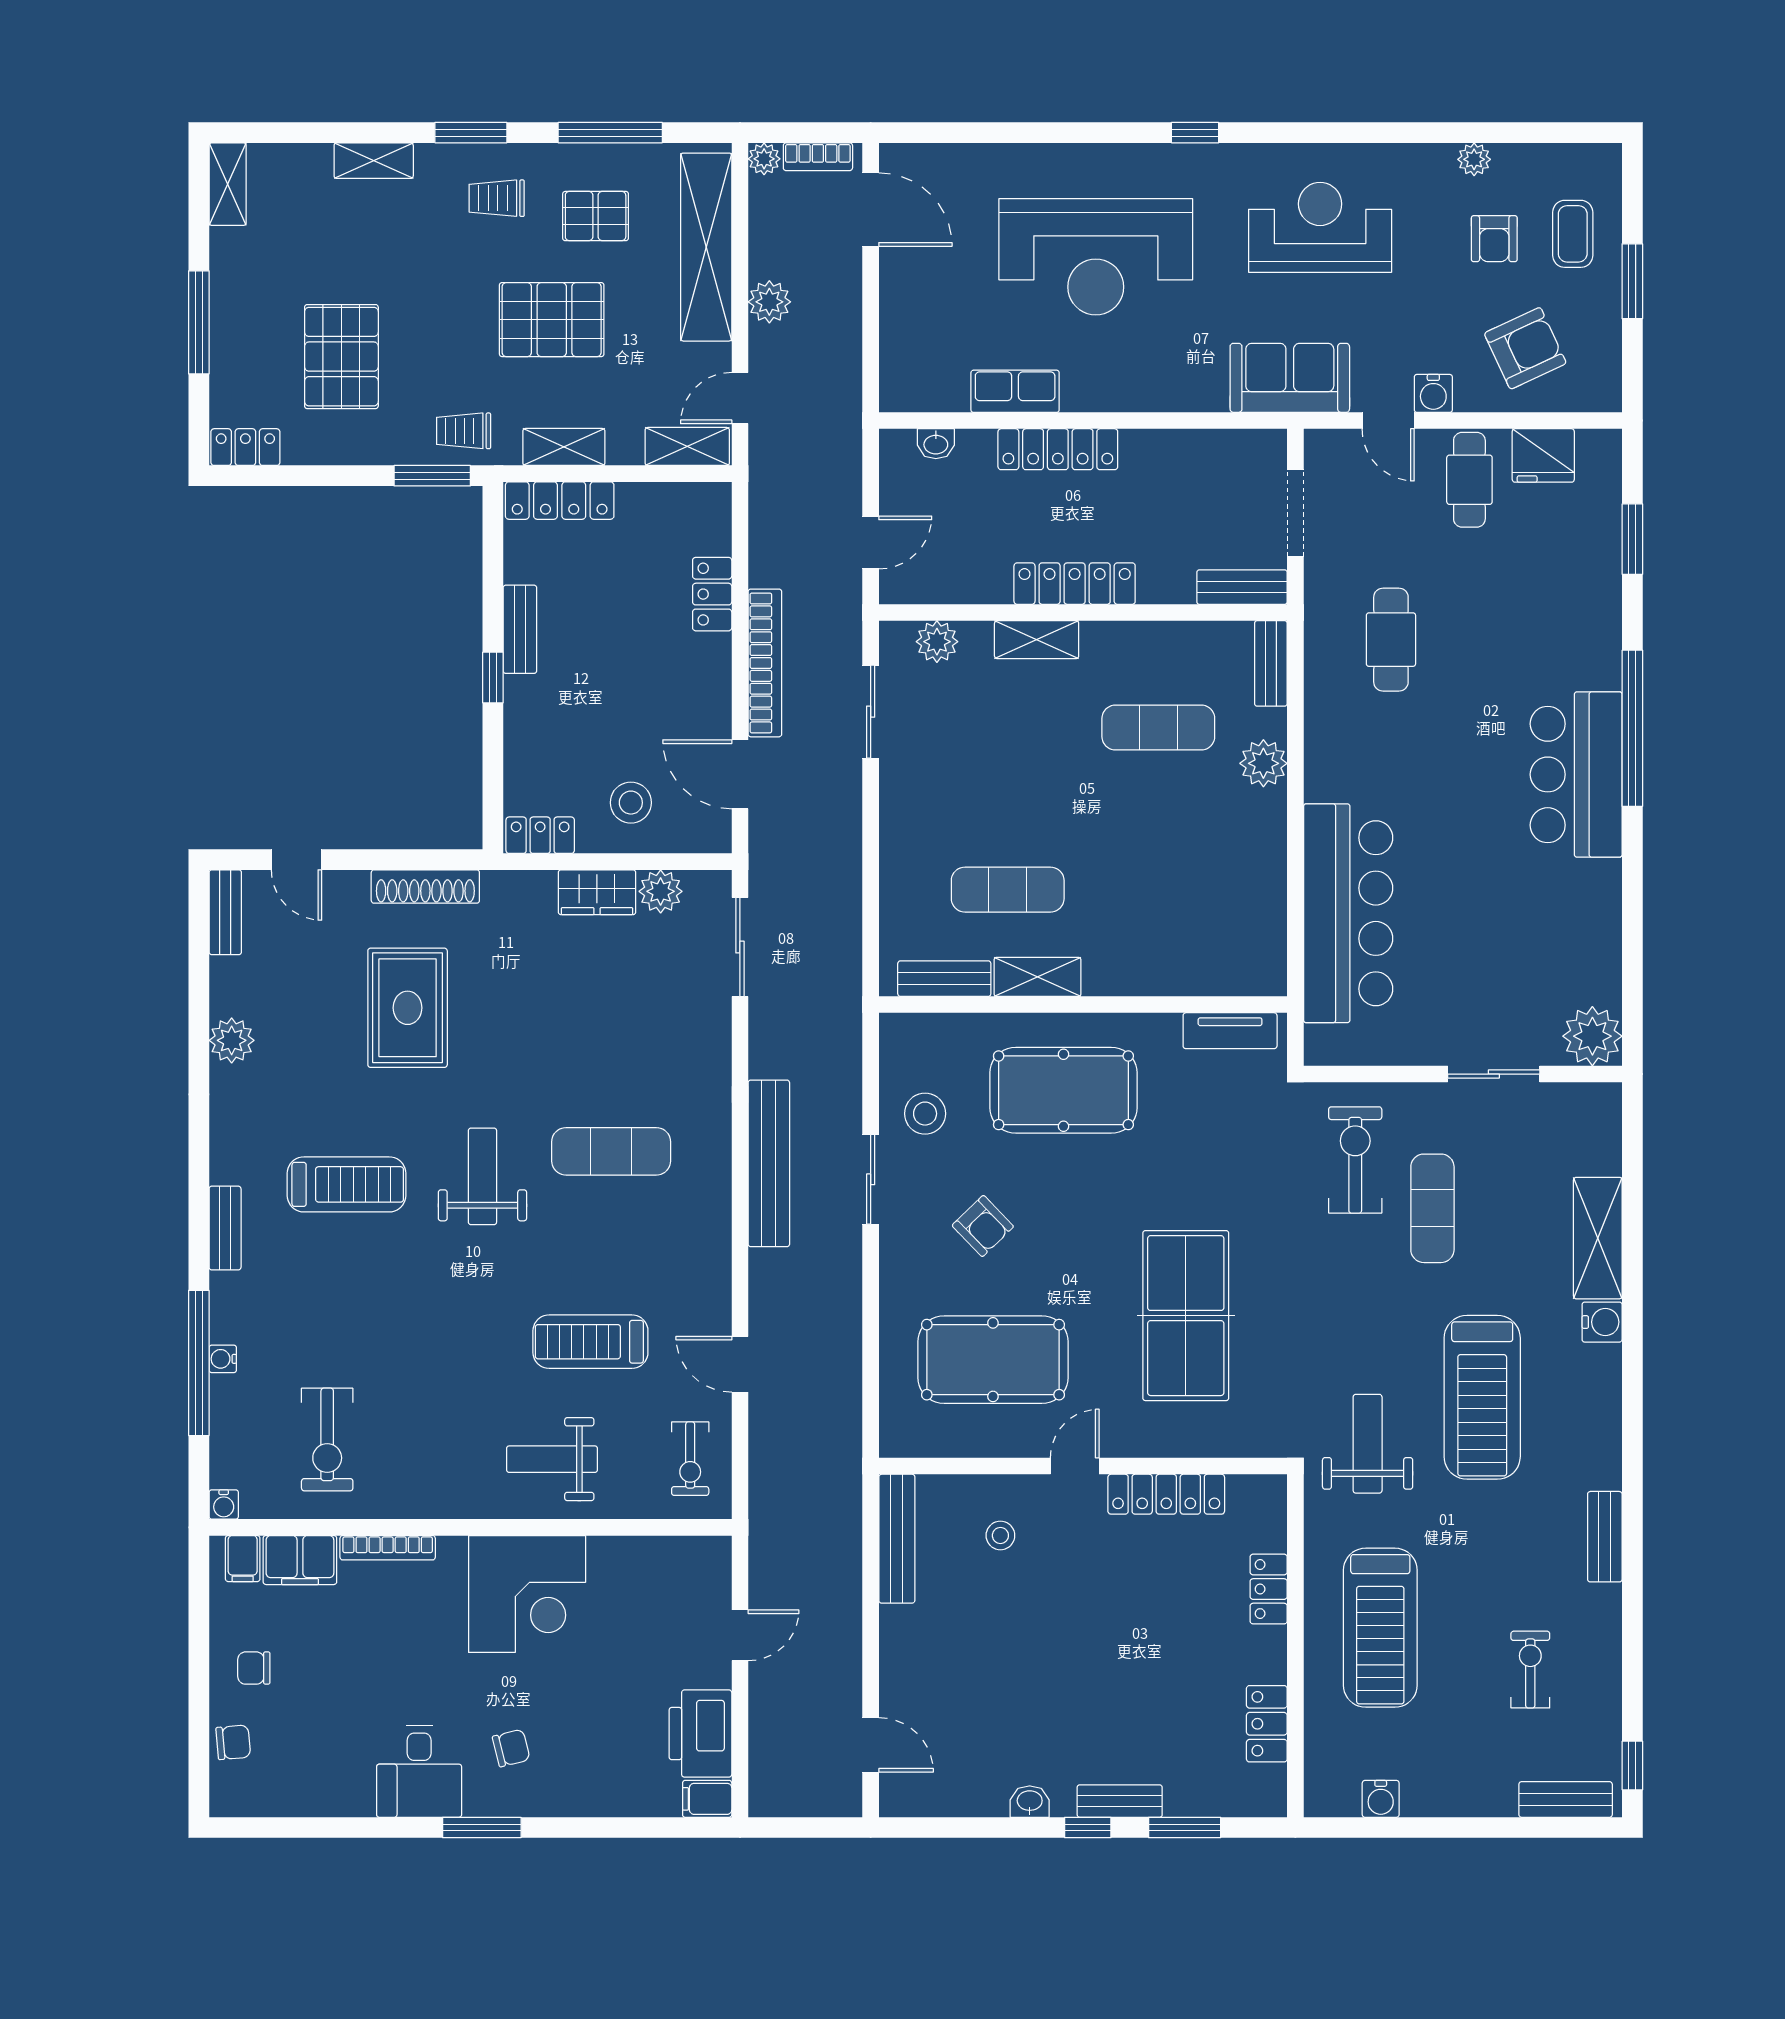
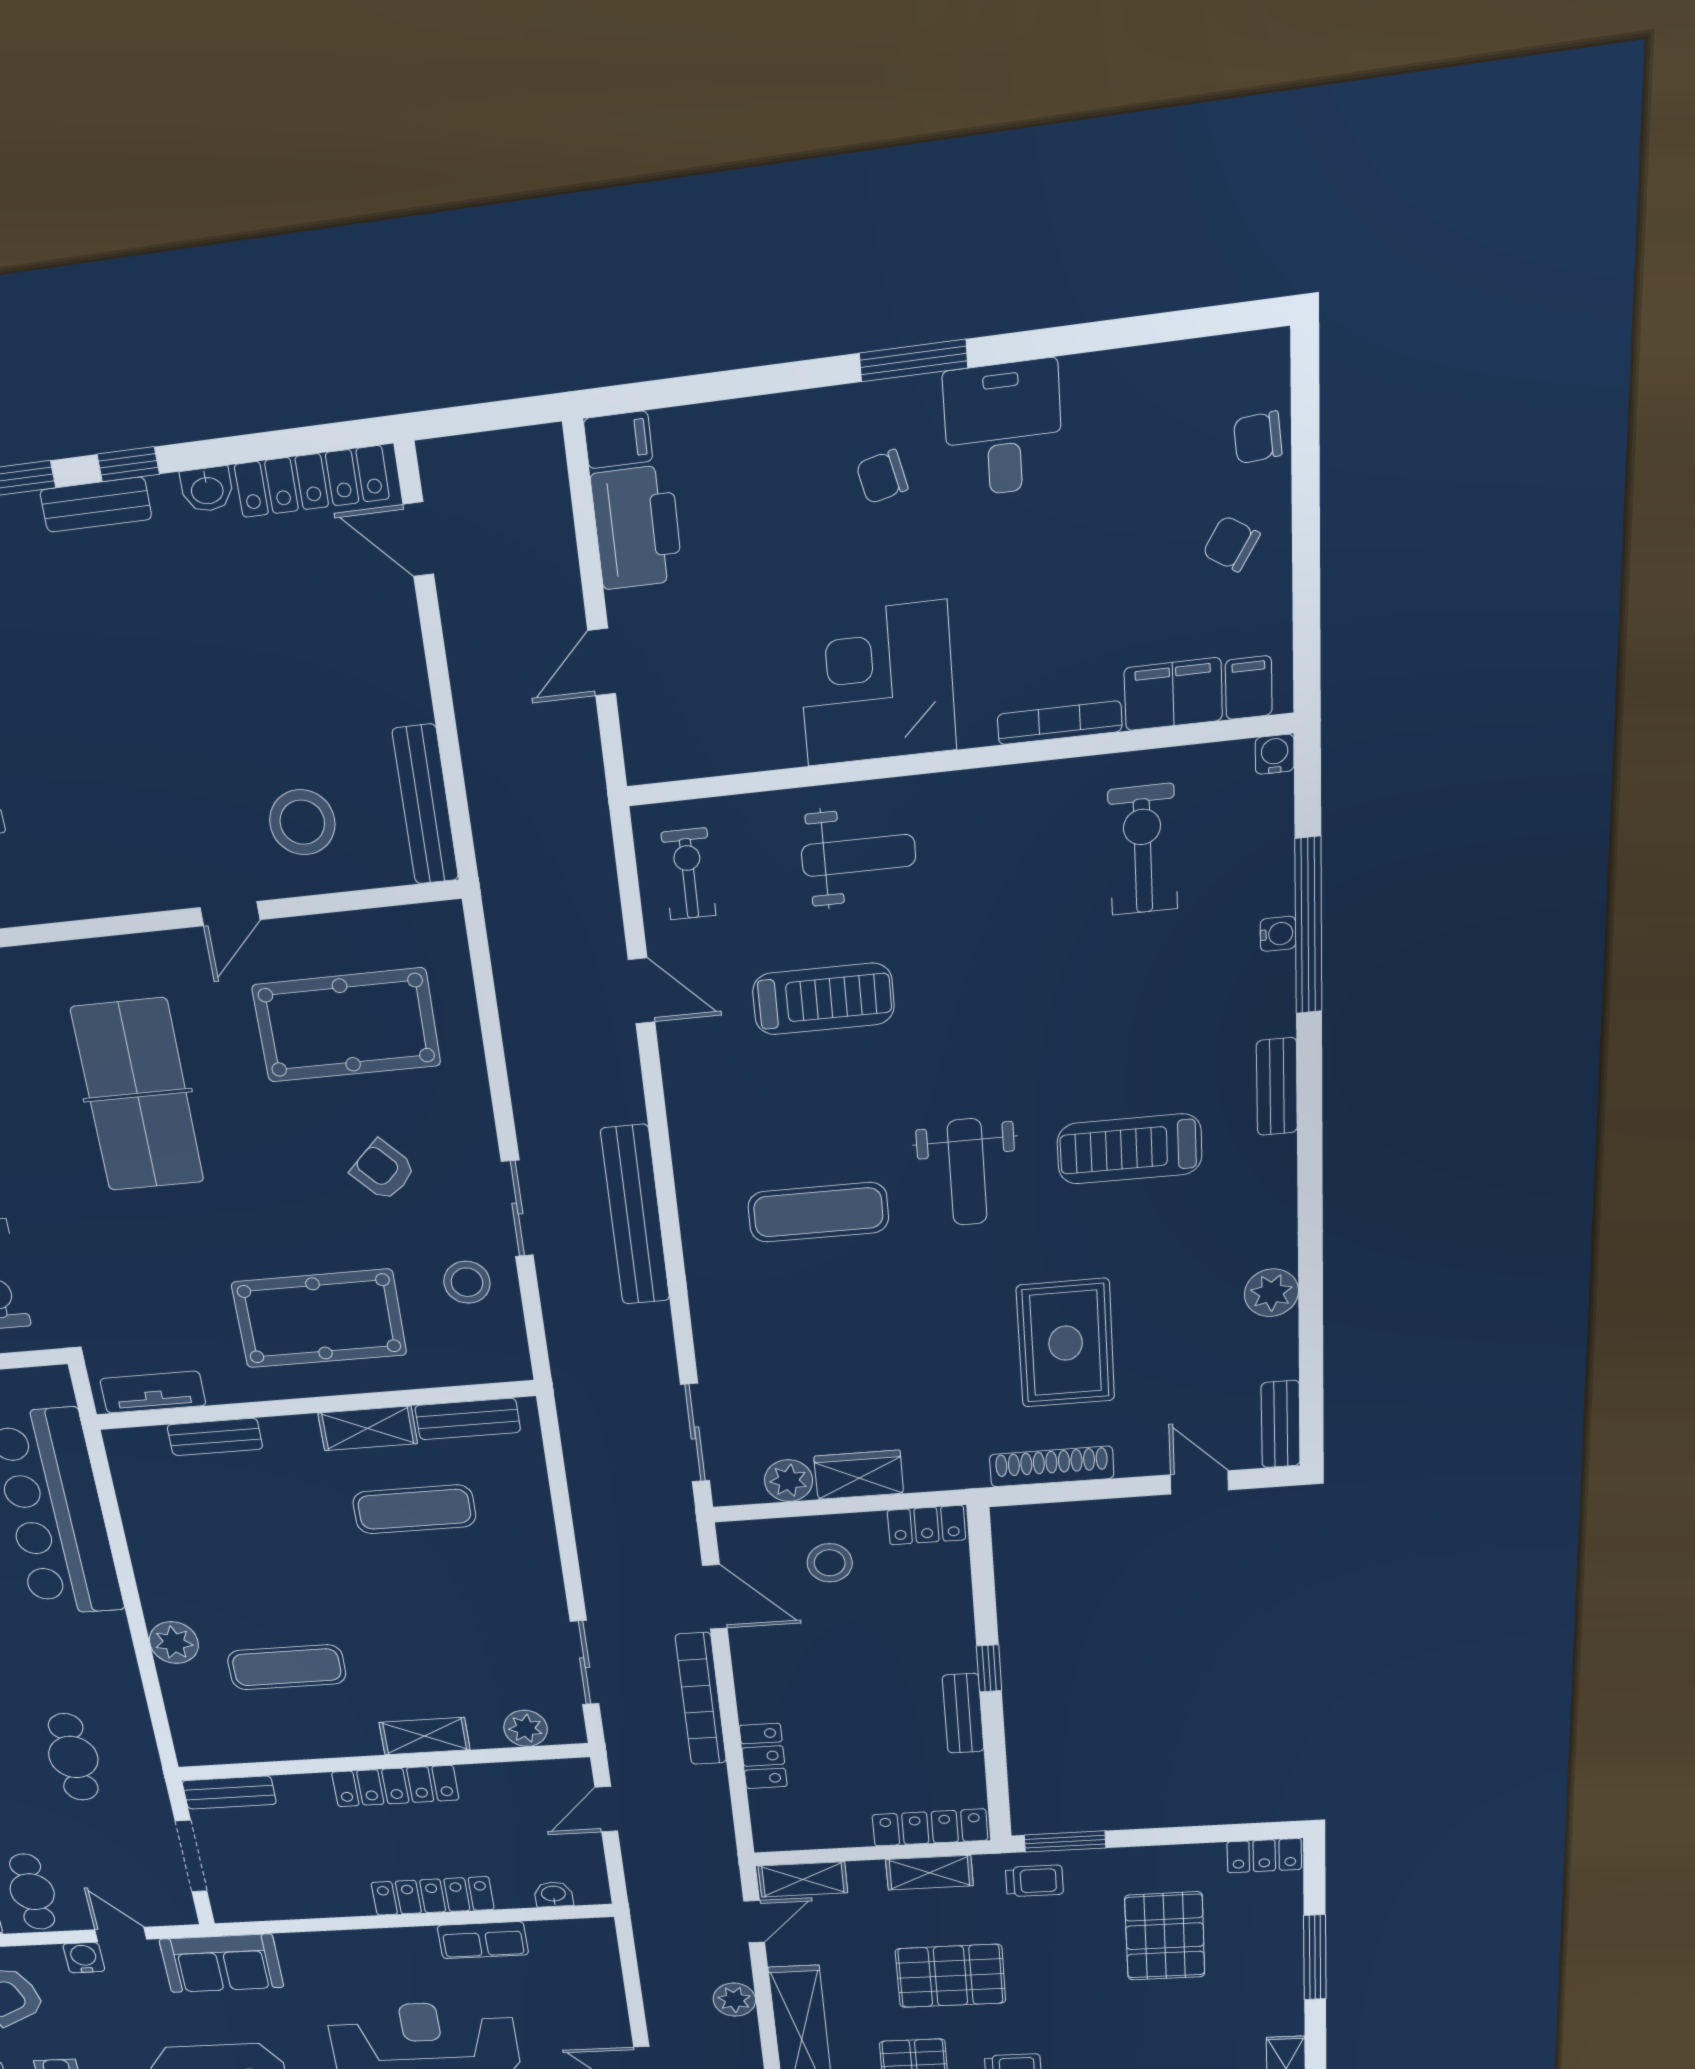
bench: (1271, 663) -> (215, 1437), moved, turned 90
locker: (1166, 1494) -> (312, 482), moved, turned 180
stool: (1000, 1535) -> (302, 822), width x1.89, depth x1.89
chair: (254, 1668) -> (1231, 544), turned -148

